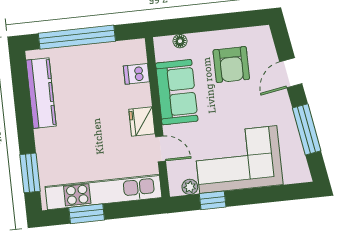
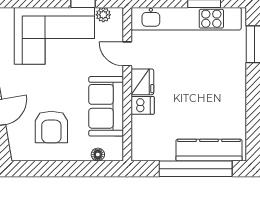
armchair: (231, 65) -> (51, 127), turned 180
dishwasher: (136, 74) -> (143, 105), moved
kitchen counter: (41, 93) -> (209, 150), moved, turned 90

